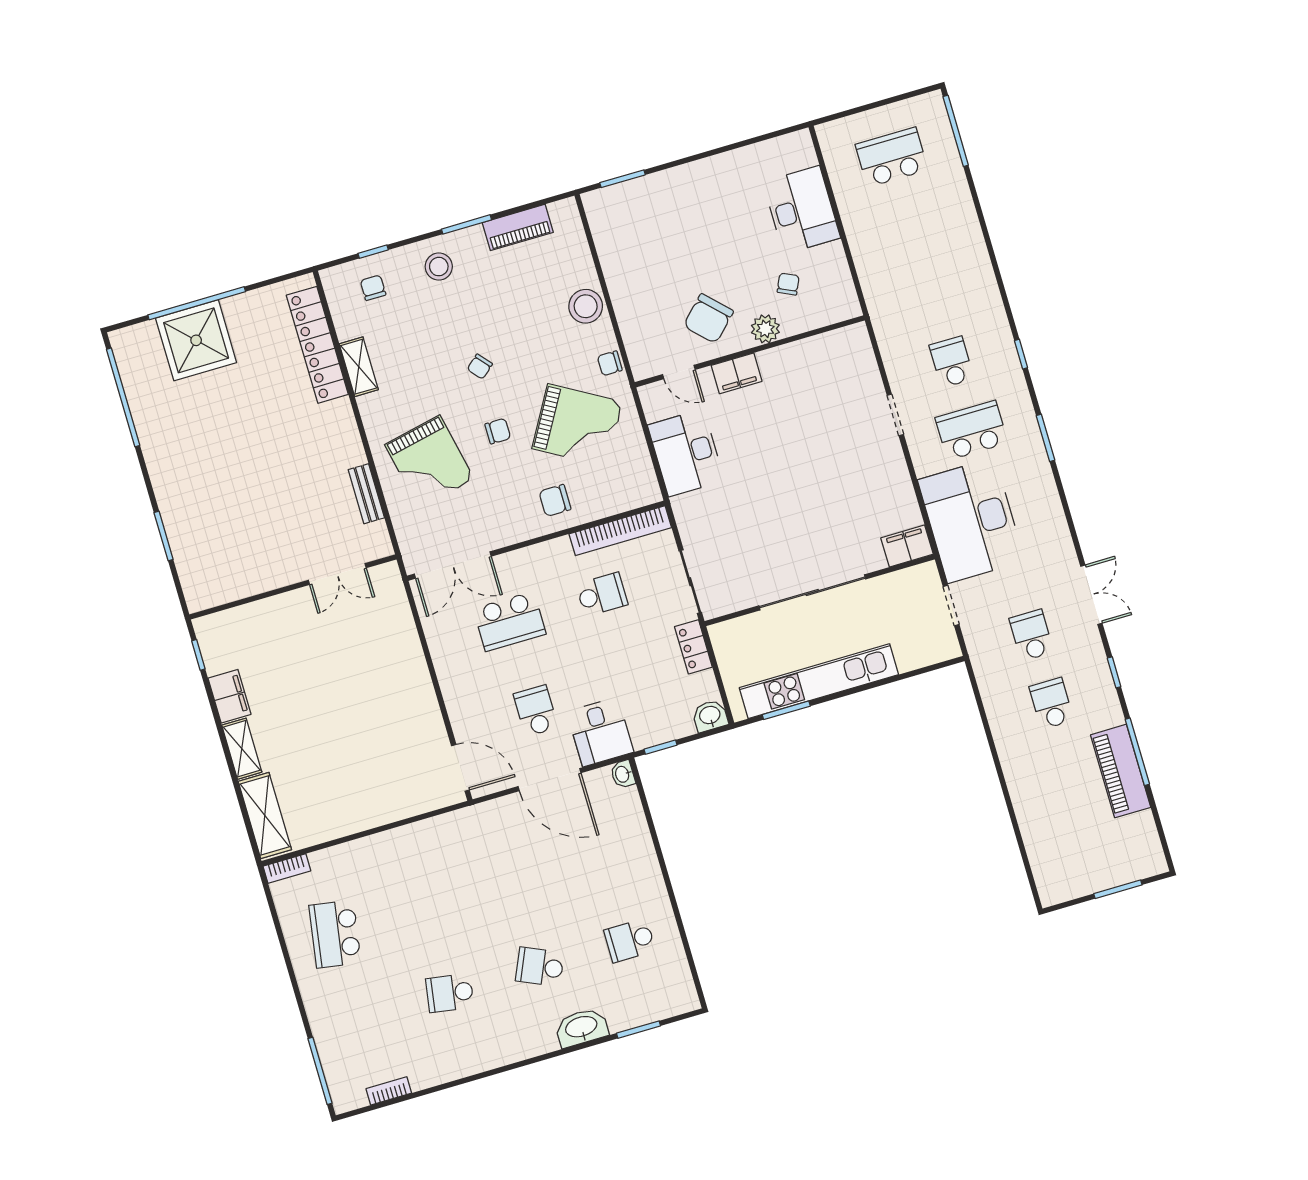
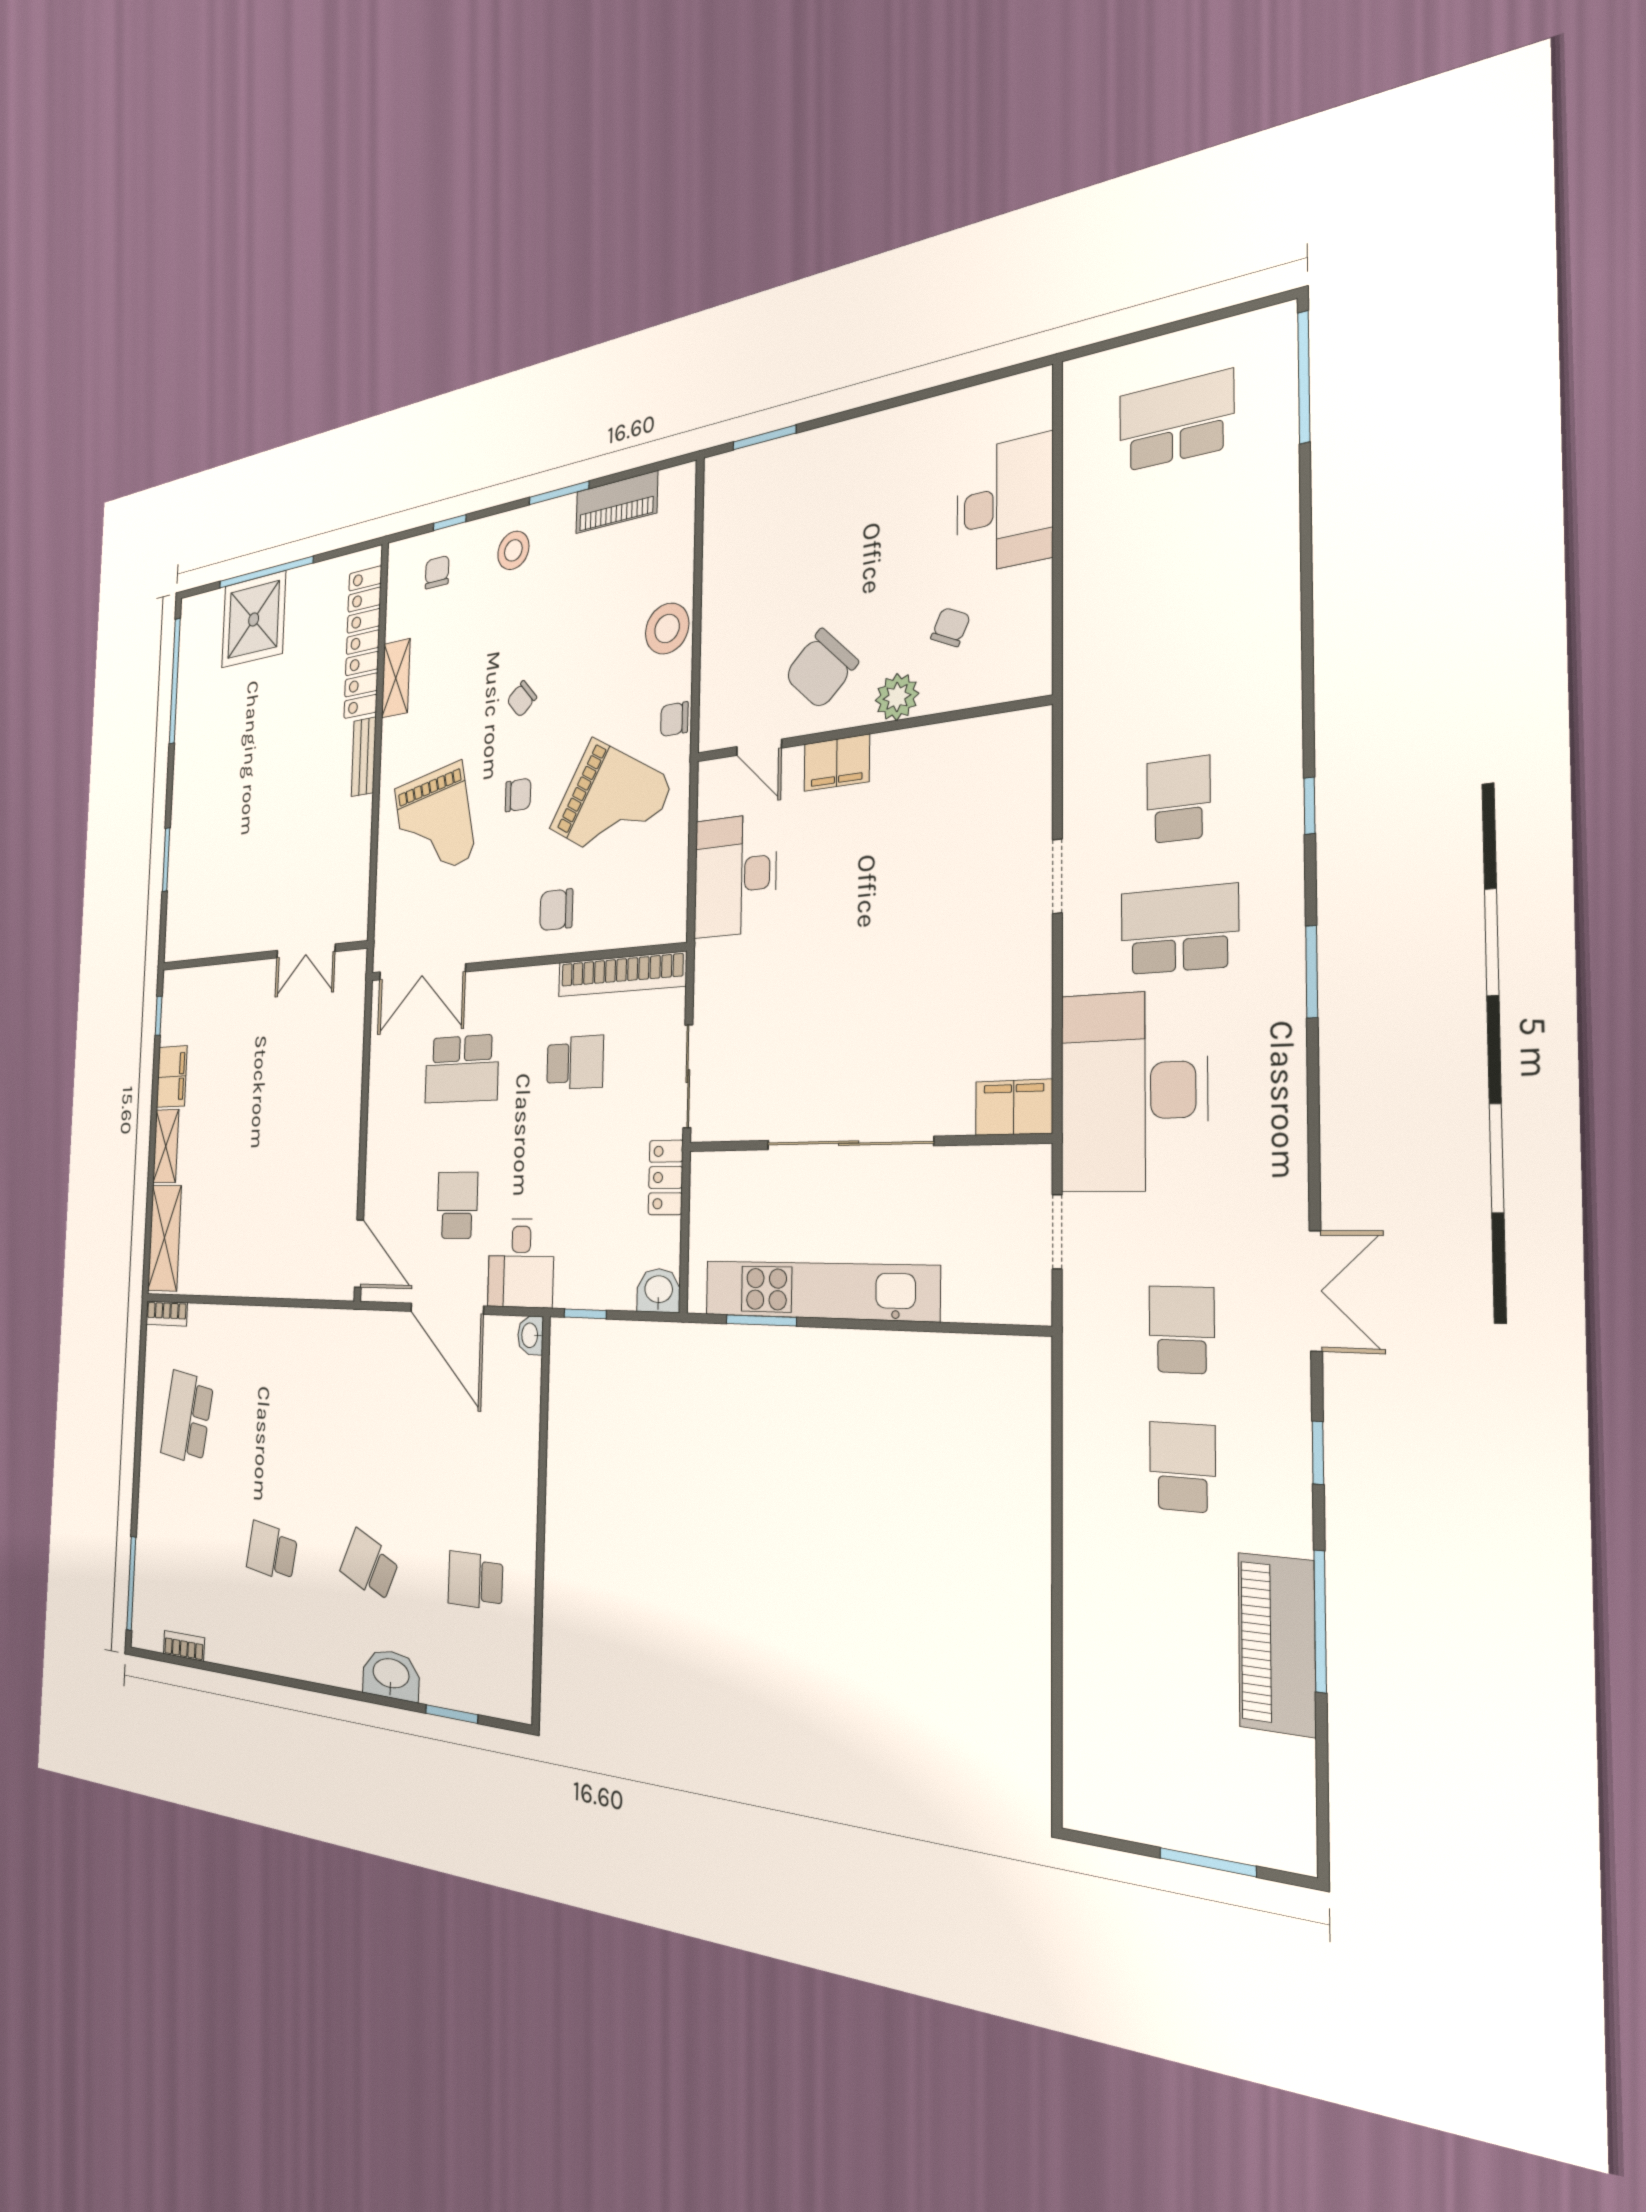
bench: (366, 494) -> (364, 757), moved

